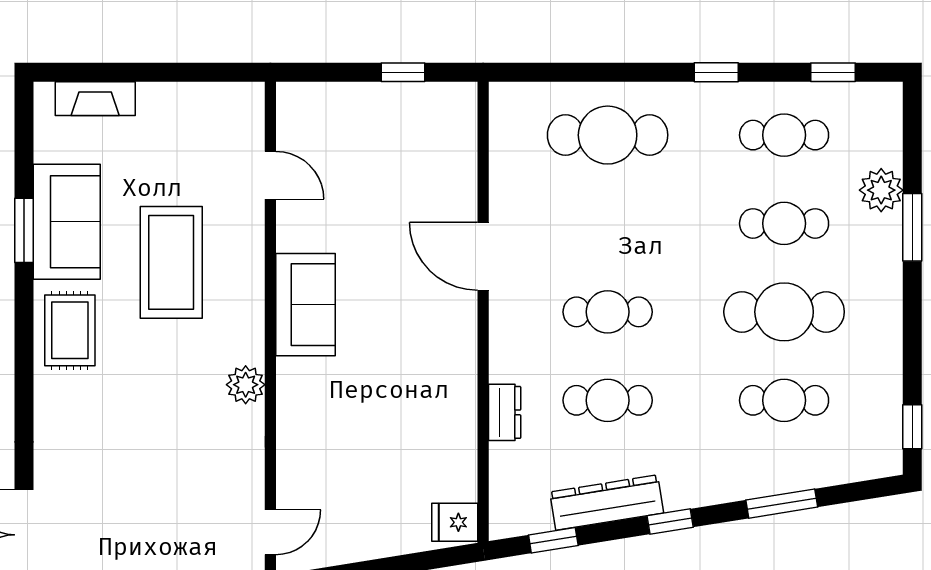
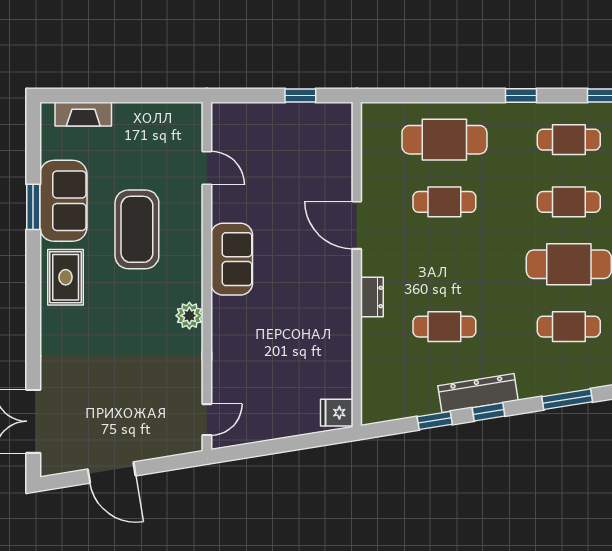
cafe table: (608, 312) -> (444, 202), moved
dresser: (505, 412) -> (372, 297), moved
dresser: (607, 503) -> (478, 393), moved
window: (553, 540) -> (435, 421), moved

